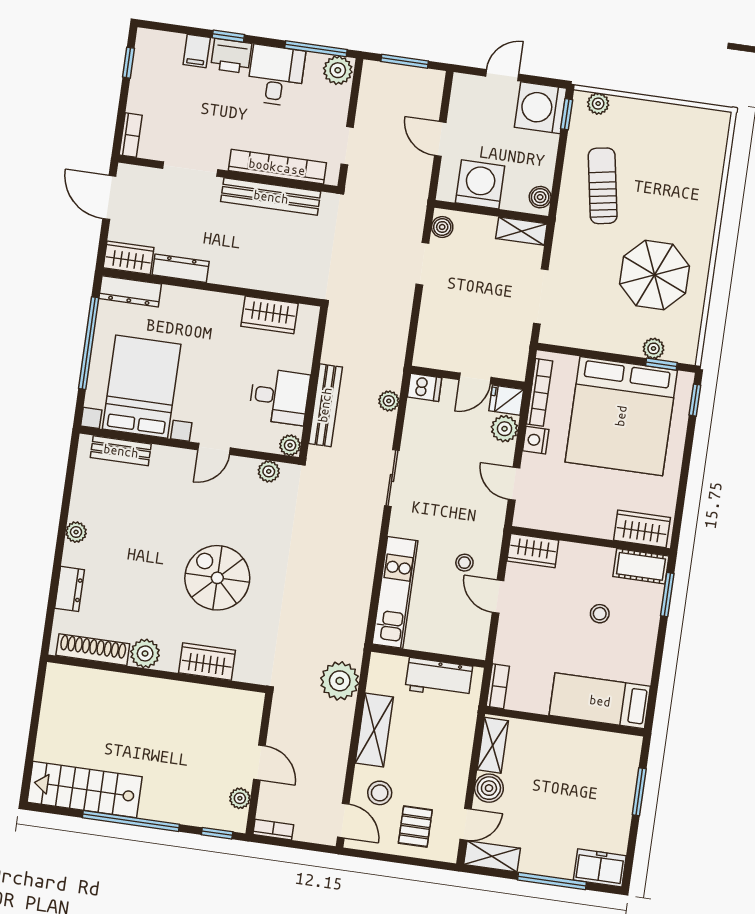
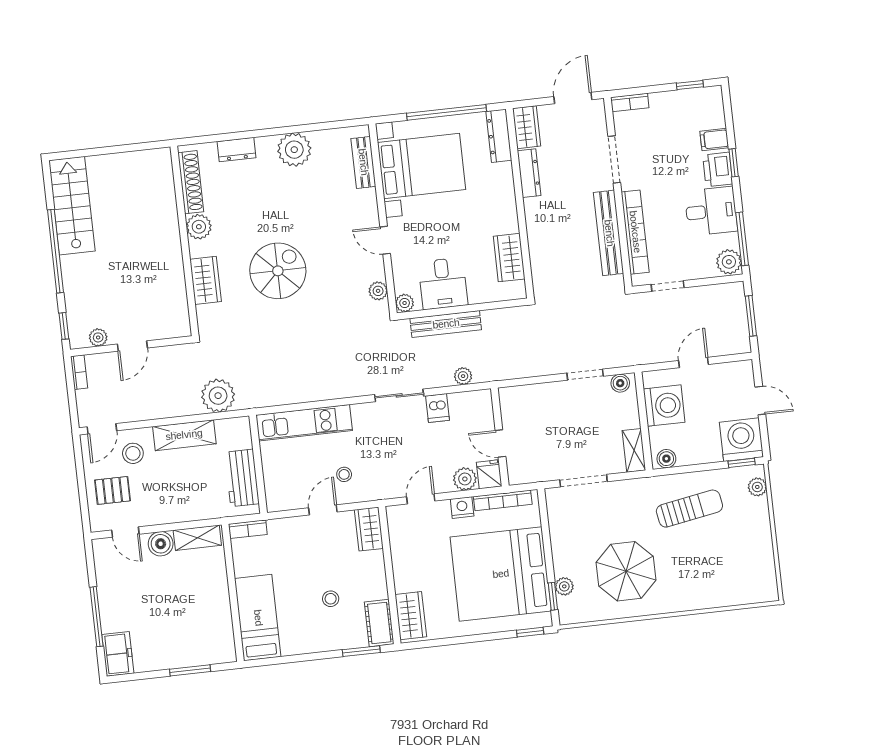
dishwasher: (425, 387) -> (437, 408), moved
plant: (76, 532) -> (294, 150), width x1.88, depth x1.88
shelving: (492, 856) -> (104, 561), removed

